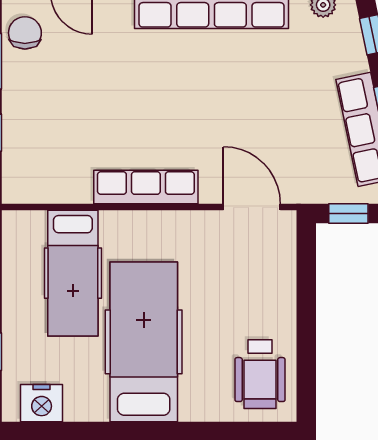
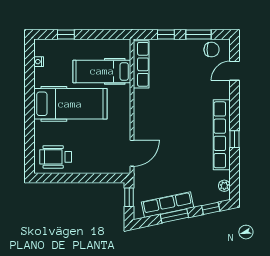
row of seats: (146, 187) -> (141, 64), moved
nightstand: (42, 403) -> (39, 62), width x0.53, depth x0.56

